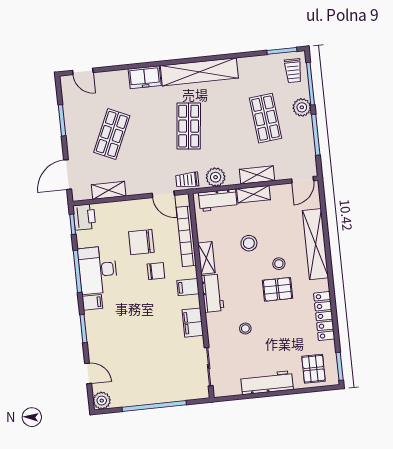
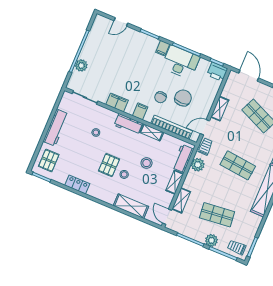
shelving: (257, 175) -> (181, 200), moved
shelving: (109, 190) -> (220, 109), moved
shelving: (315, 244) -> (131, 206), width x0.68
locker: (324, 316) -> (77, 185), width x0.66
pallet: (313, 369) -> (49, 160), turned 90
plant: (102, 401) -> (81, 65), moved

